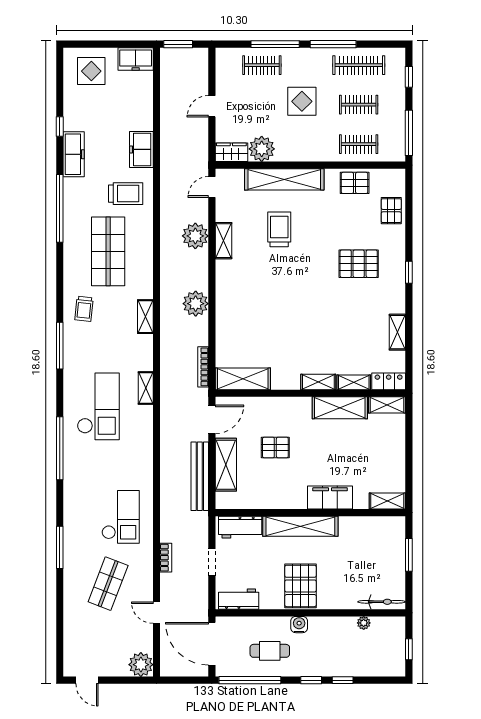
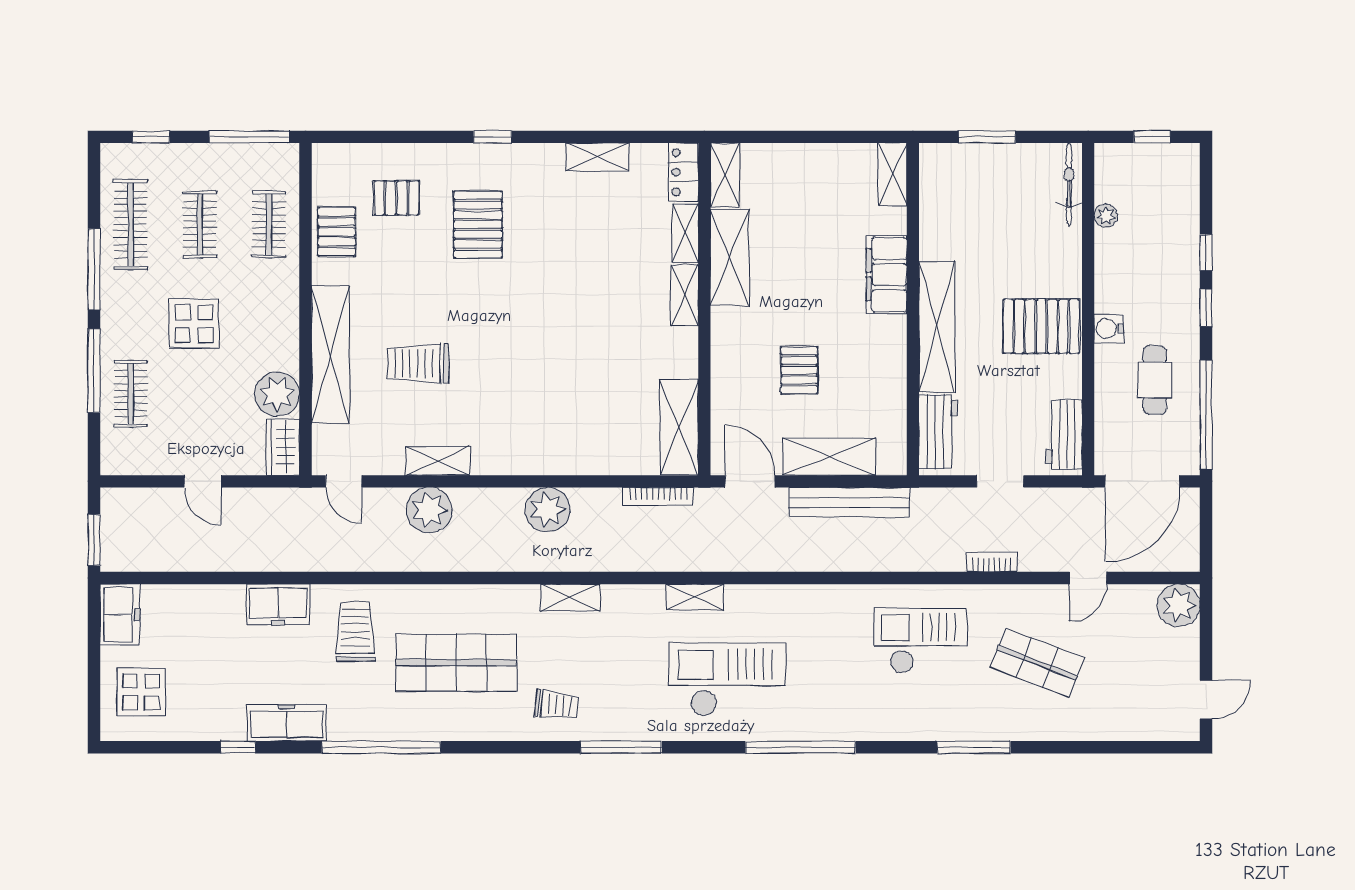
pallet: (391, 211) -> (396, 198), moved

